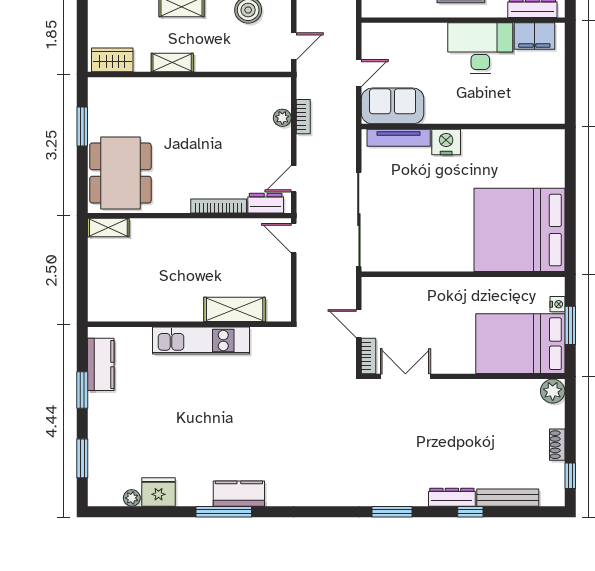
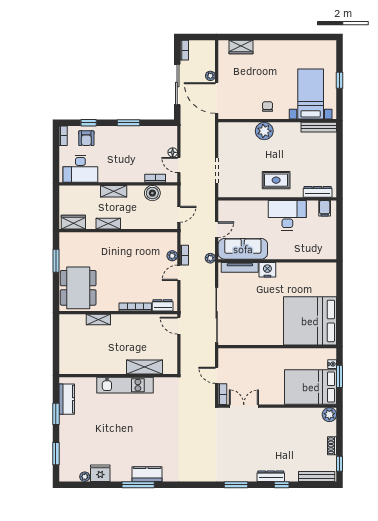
filing cabinet: (534, 36) -> (325, 208), width x0.50
sofa: (393, 106) -> (243, 249), width x1.36
plant: (348, 122) -> (210, 258), added
door: (294, 179) -> (179, 273), moved
shelving: (108, 228) -> (98, 319), moved
bench: (508, 498) -> (317, 476), moved

